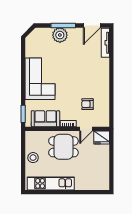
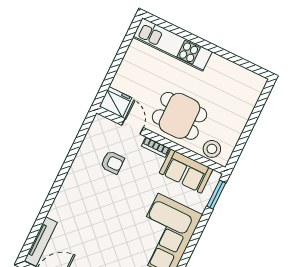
door: (86, 129) -> (133, 126), hinge flipped
stool: (33, 158) -> (212, 149), moved
kitchen unit: (51, 183) -> (172, 44), moved

